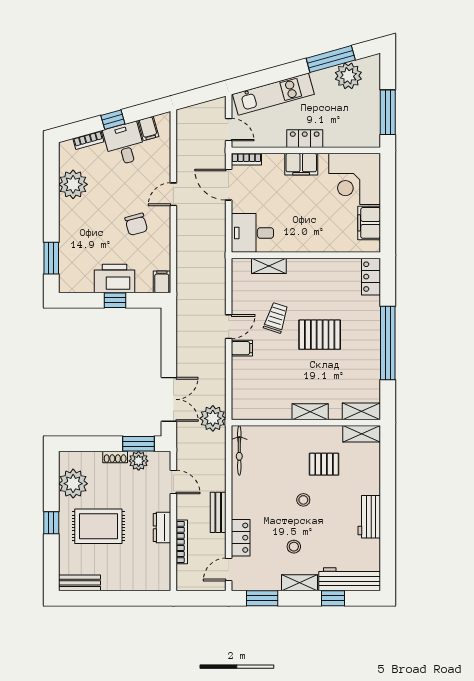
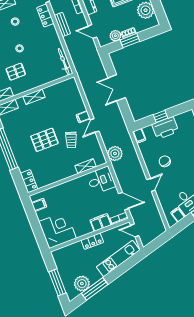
window: (388, 112) -> (57, 282), moved
filing cabinet: (301, 164) -> (101, 222), moved
filing cabinet: (369, 223) -> (39, 205), width x0.50
double door: (169, 399) -> (117, 88), moved
plant: (213, 418) -> (115, 153), moved
window: (139, 444) -> (130, 41), moved

